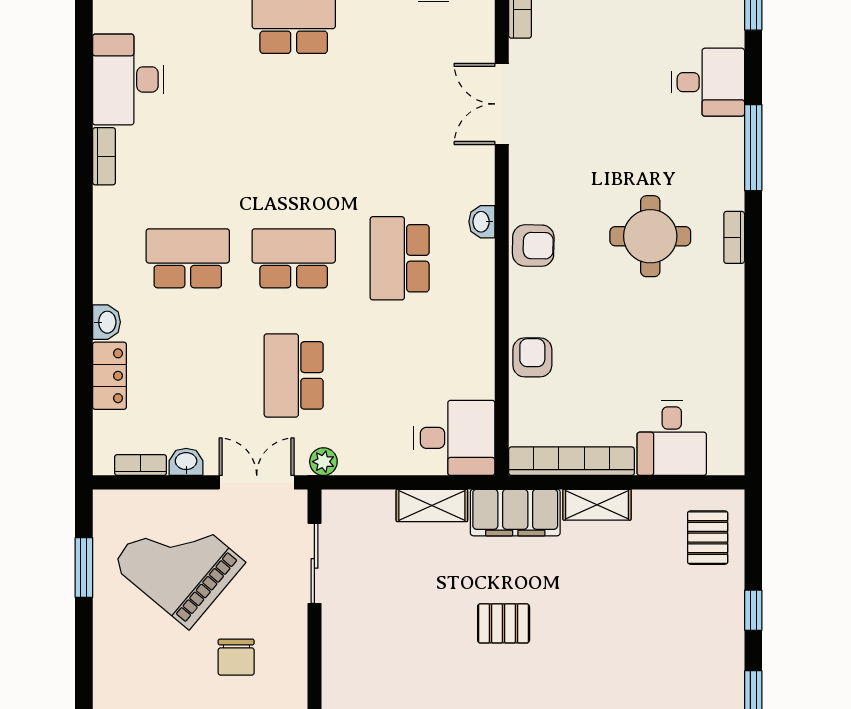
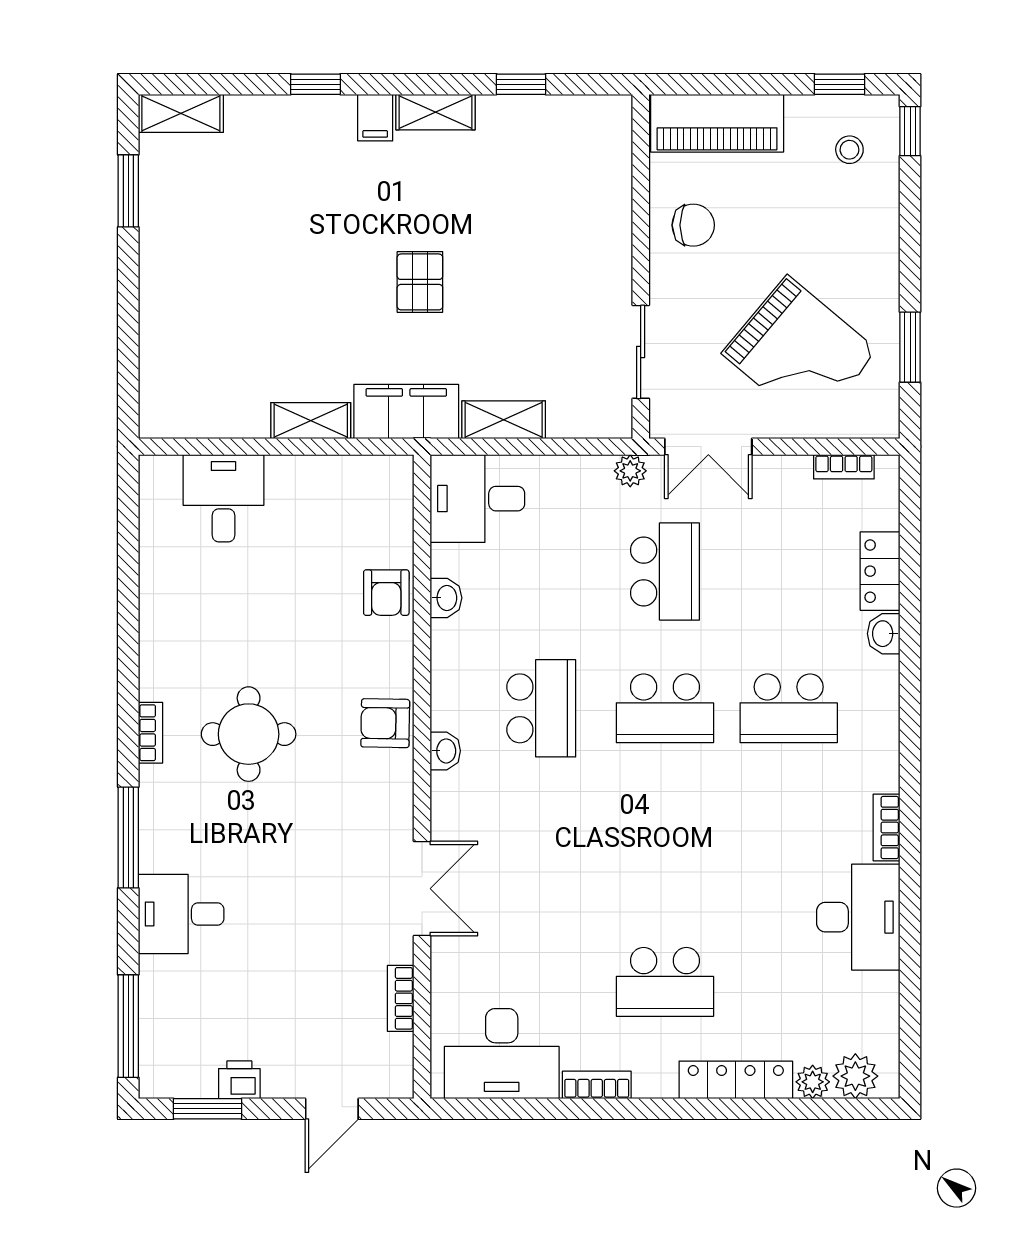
bookcase: (572, 461) -> (341, 471), removed
washbasin: (186, 462) -> (446, 598), moved, turned -90
pallet: (708, 538) -> (182, 382), removed
window: (753, 610) -> (128, 297), removed
pallet: (504, 623) -> (420, 282), turned 90
chair: (236, 657) -> (693, 225), moved, turned 90

